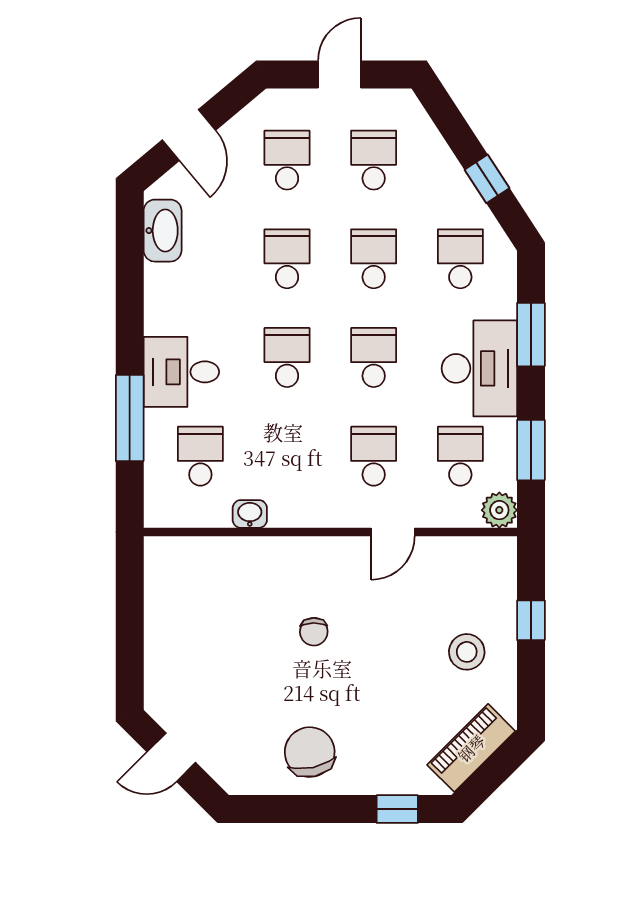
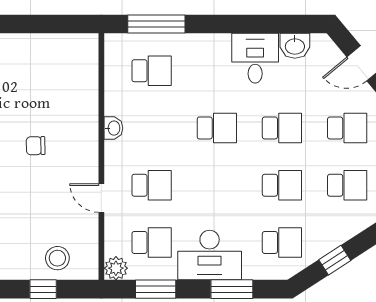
washbasin: (163, 231) -> (295, 46), width x0.72
school desk: (374, 357) -> (217, 185), removed
desk: (181, 372) -> (255, 58), moved
window: (130, 418) -> (156, 24), moved
washbasin: (250, 514) -> (113, 128), moved
stool: (467, 652) -> (57, 258), moved

